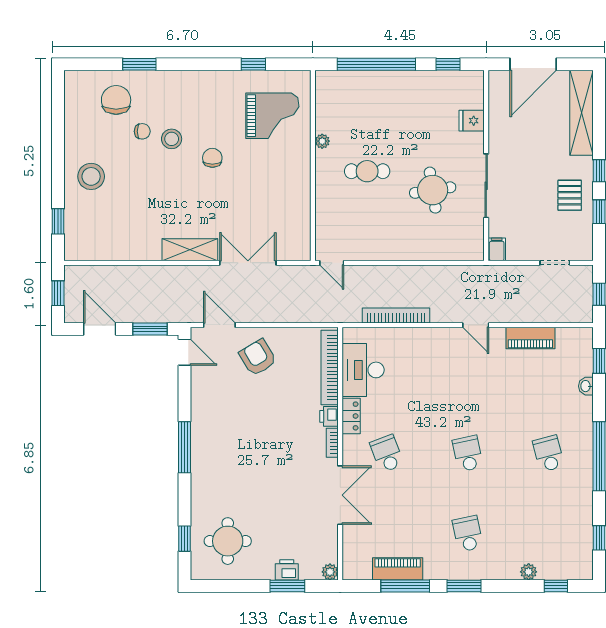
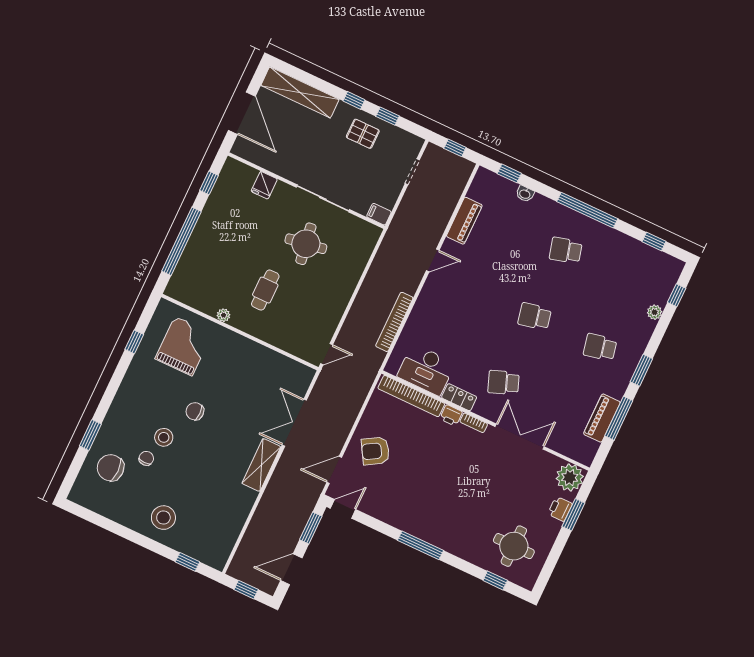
plant: (330, 572) -> (570, 477), width x1.87, depth x1.87

